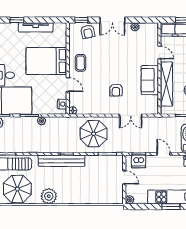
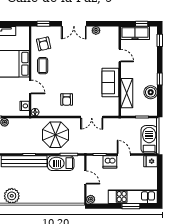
armchair: (88, 32) -> (44, 44), moved
shelving: (166, 84) -> (127, 93), width x0.68
armchair: (116, 90) -> (67, 99), moved
dishwasher: (139, 161) -> (110, 162), moved
barbecue: (99, 163) -> (61, 163), added

